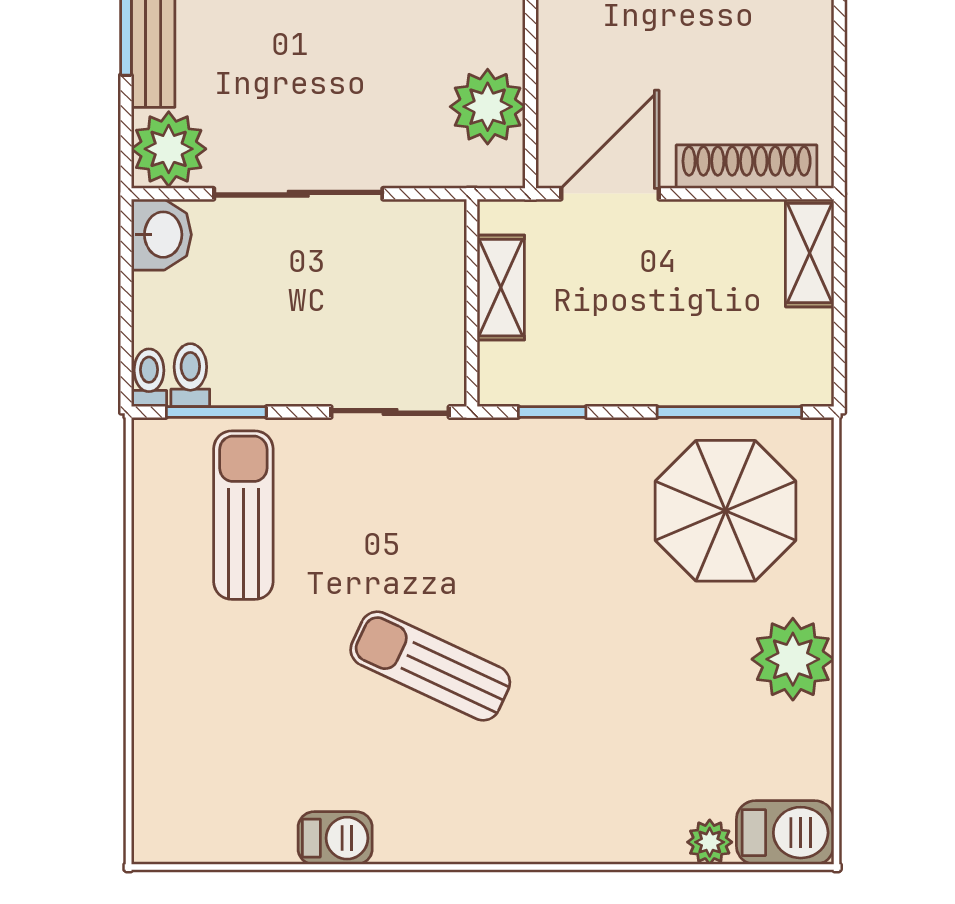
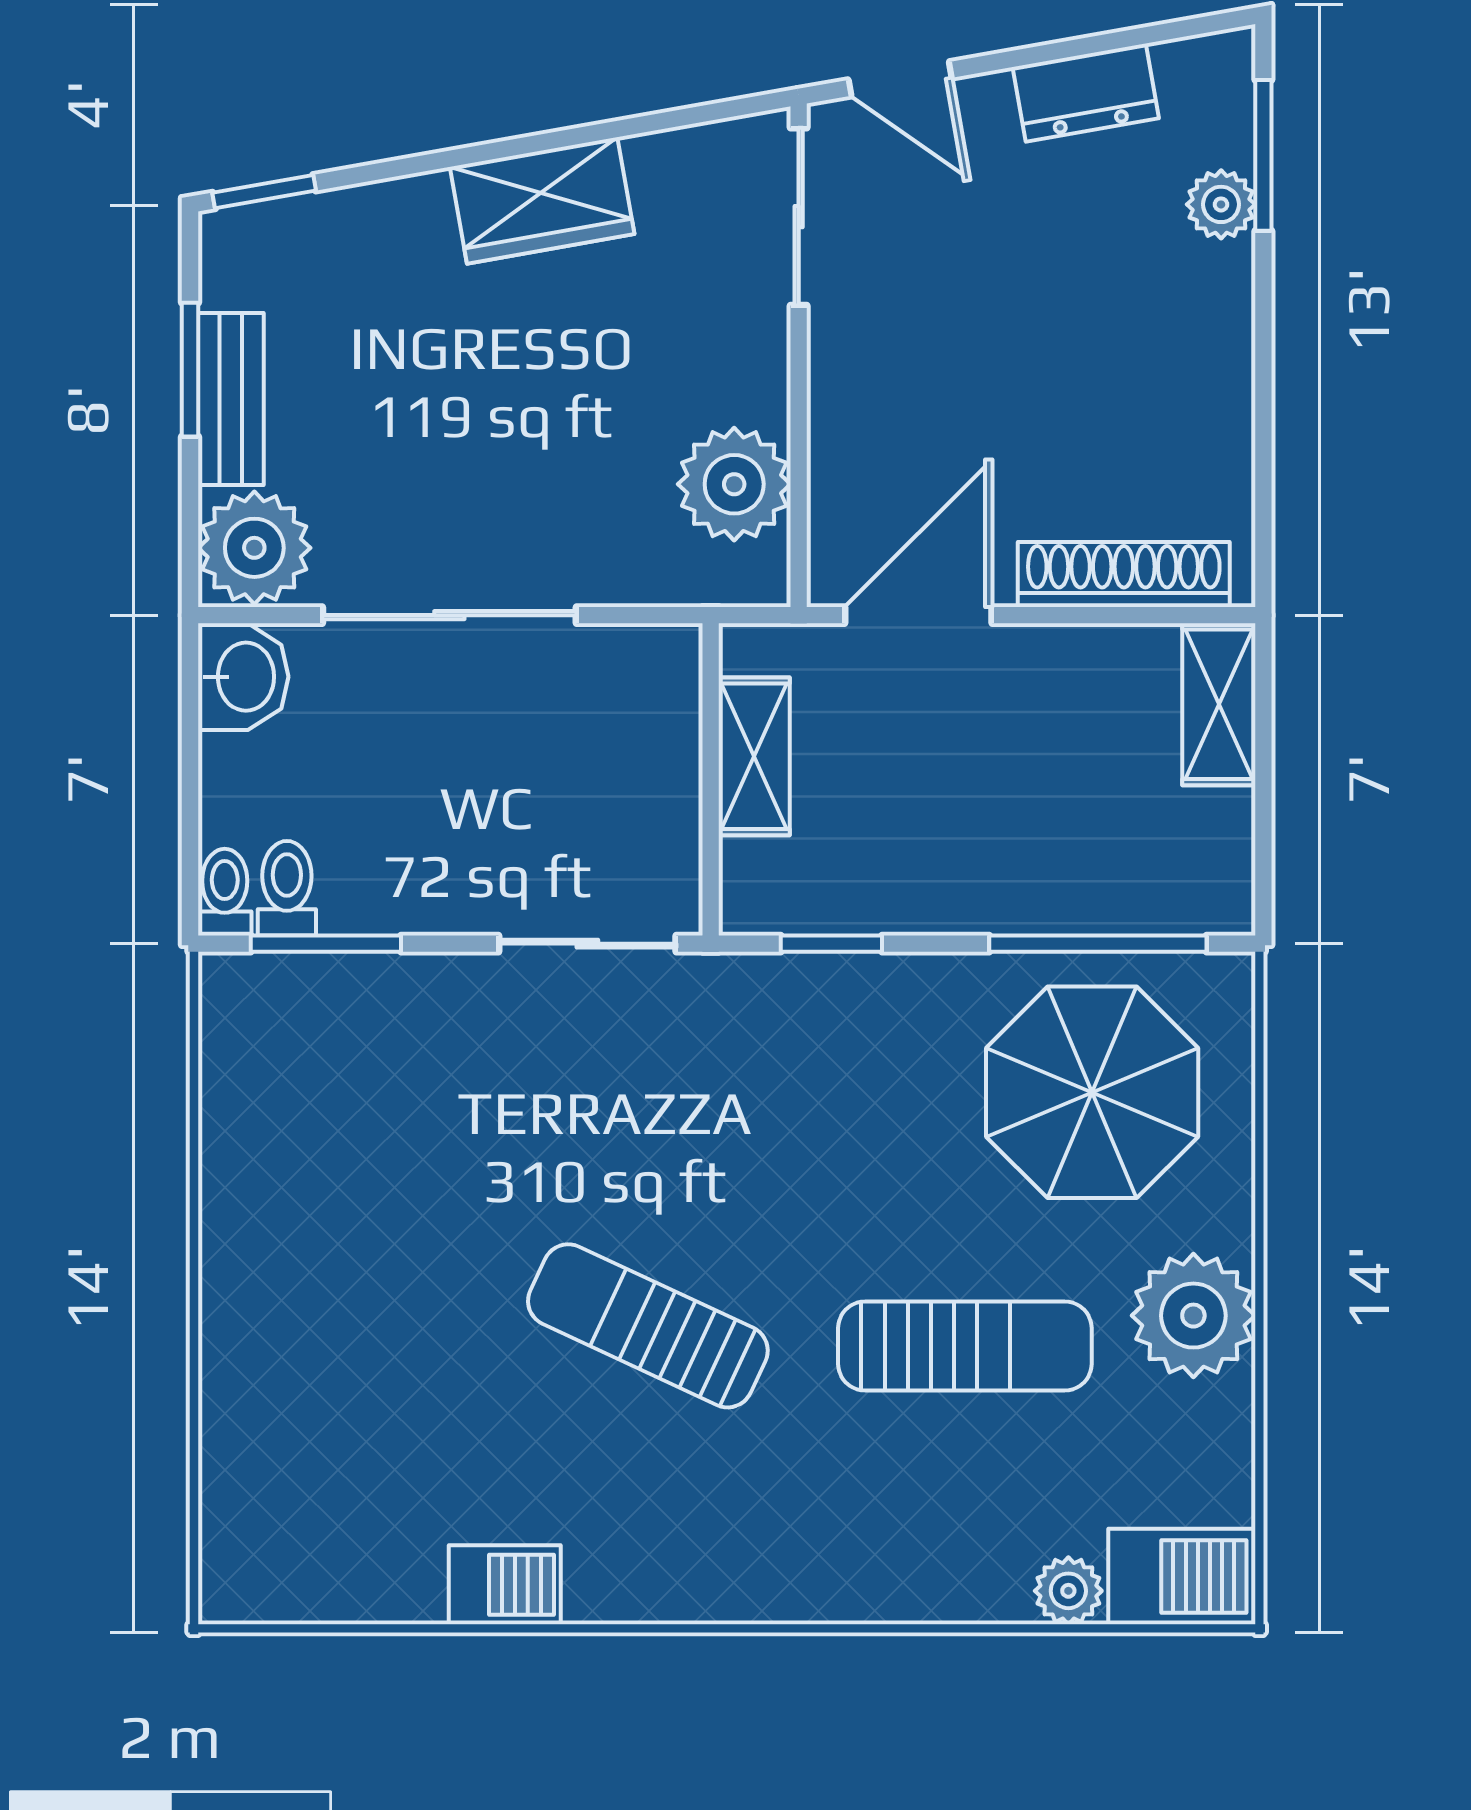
sun lounger: (243, 515) -> (965, 1346), moved, turned 90

